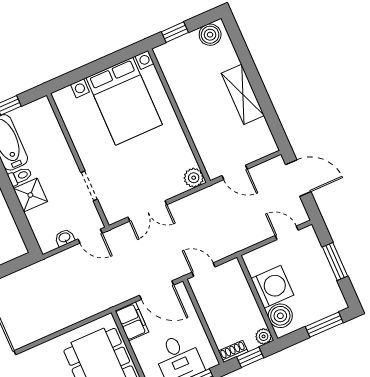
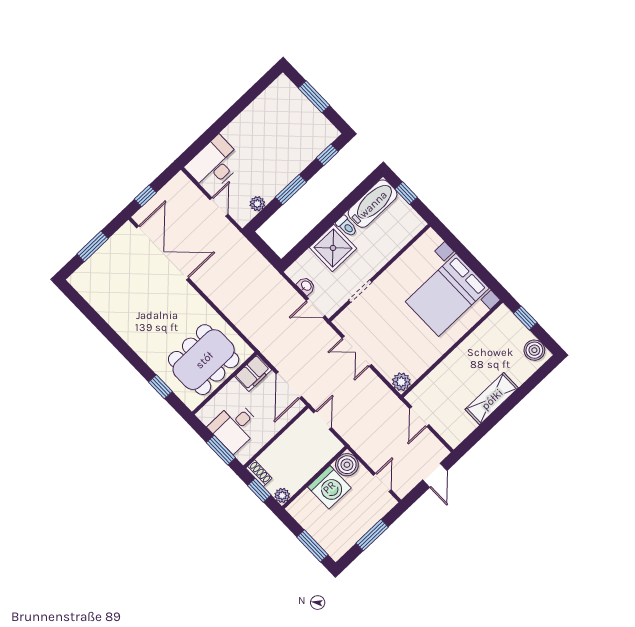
door: (298, 178) -> (435, 475), width x0.73
shower: (30, 195) -> (333, 248), width x1.36, depth x1.36
door: (90, 236) -> (316, 308), hinge flipped
boiler: (280, 316) -> (347, 465), moved

